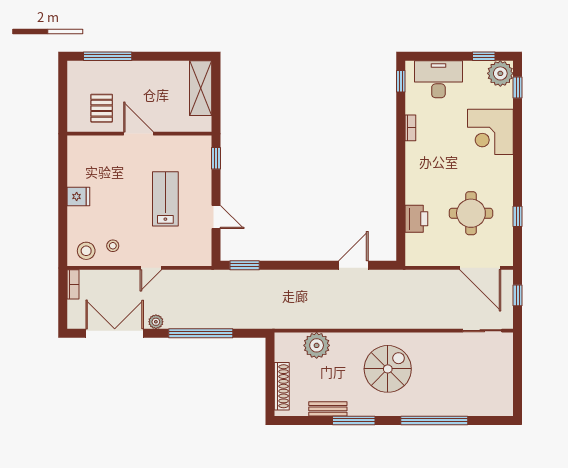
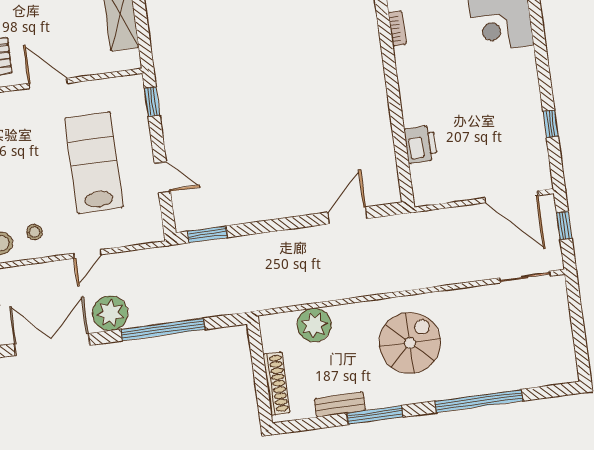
lab bench: (165, 199) -> (94, 163), width x1.36, depth x1.39
round table: (471, 213) -> (490, 128), removed
plant: (156, 322) -> (110, 313), width x1.88, depth x1.88

